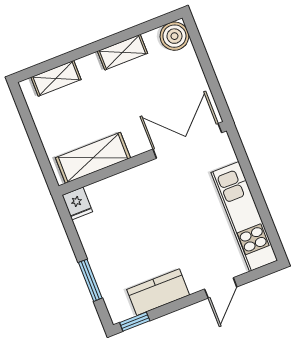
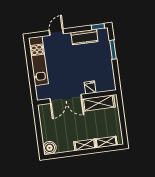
shelving: (123, 52) -> (85, 145), moved
double door: (187, 141) -> (66, 99), moved
fridge: (77, 203) -> (90, 87), moved

